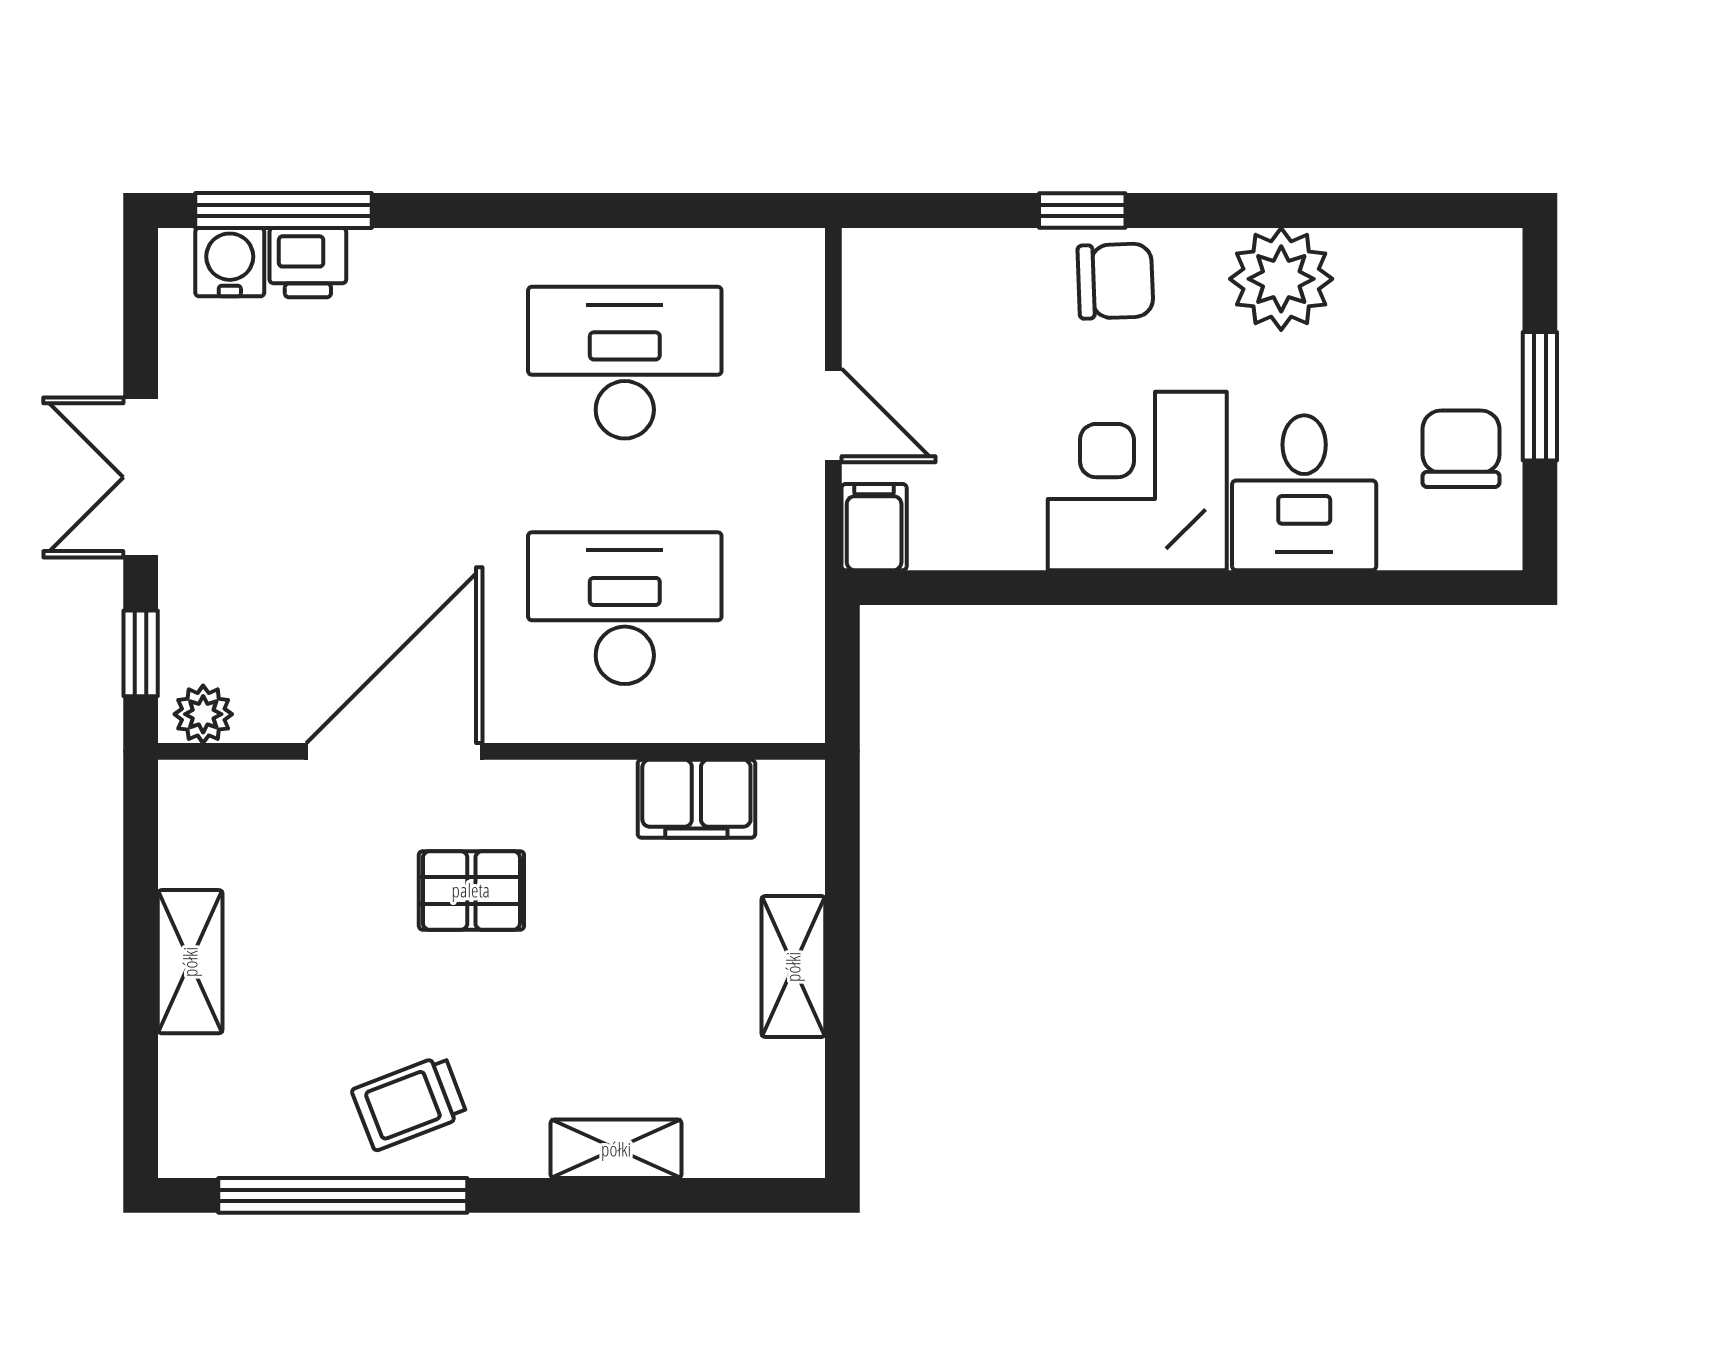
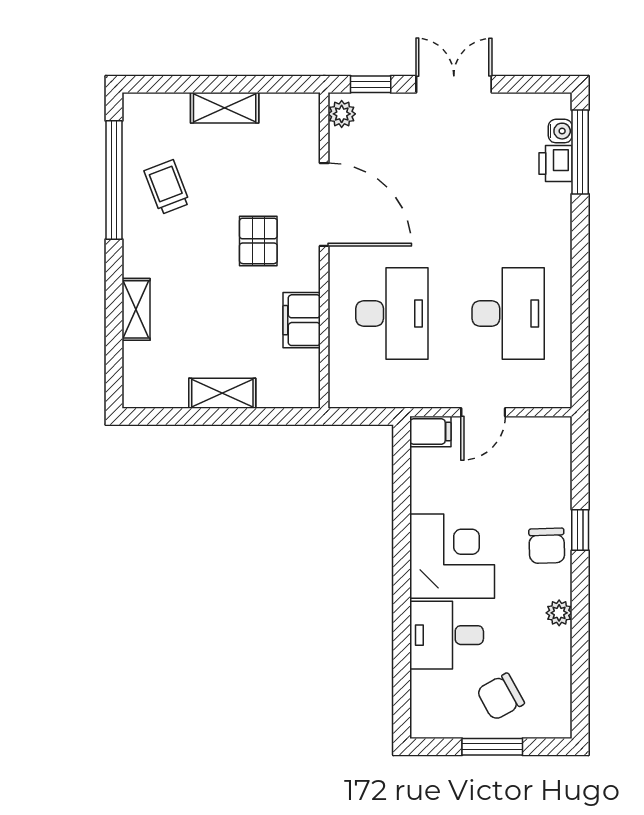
water cooler: (230, 262) -> (560, 131), width x0.72, depth x0.72
plant: (1281, 279) -> (559, 613), width x0.53, depth x0.53
chair: (1461, 449) -> (500, 697), moved, turned 151
filing cabinet: (696, 799) -> (302, 320), moved
trolley: (409, 1103) -> (167, 187), moved

